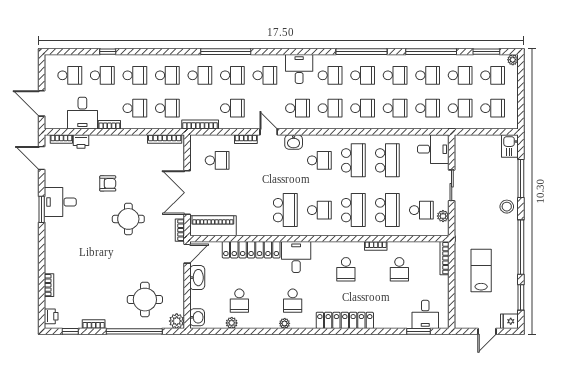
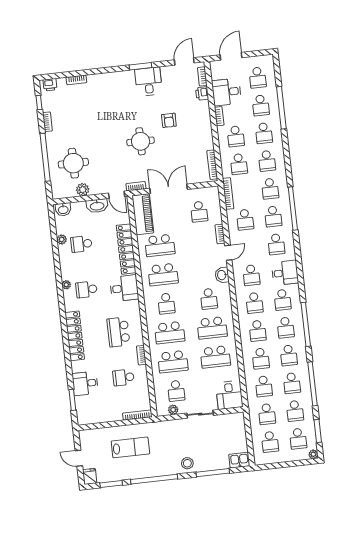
window: (108, 52) -> (281, 108), width x3.17
school desk: (251, 210) -> (160, 245), added
school desk: (346, 269) -> (118, 332), width x1.85
desk: (425, 314) -> (85, 383), moved
plant: (177, 321) -> (83, 190), moved

